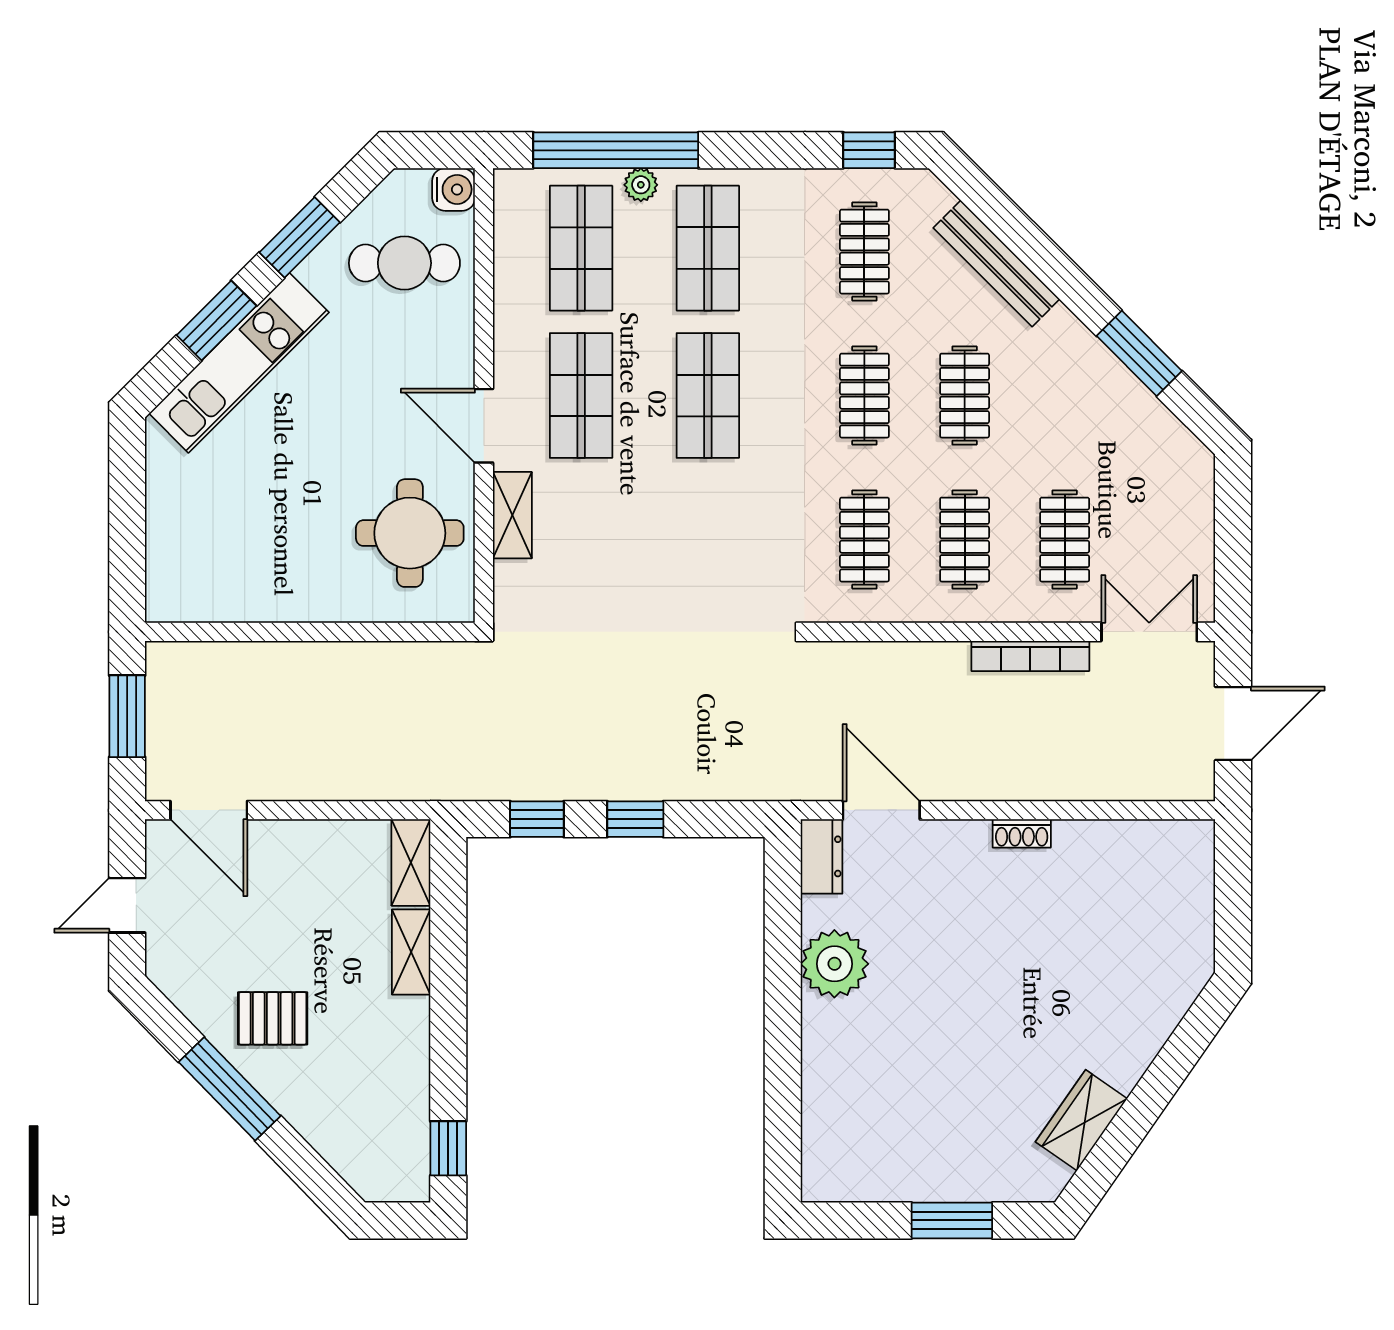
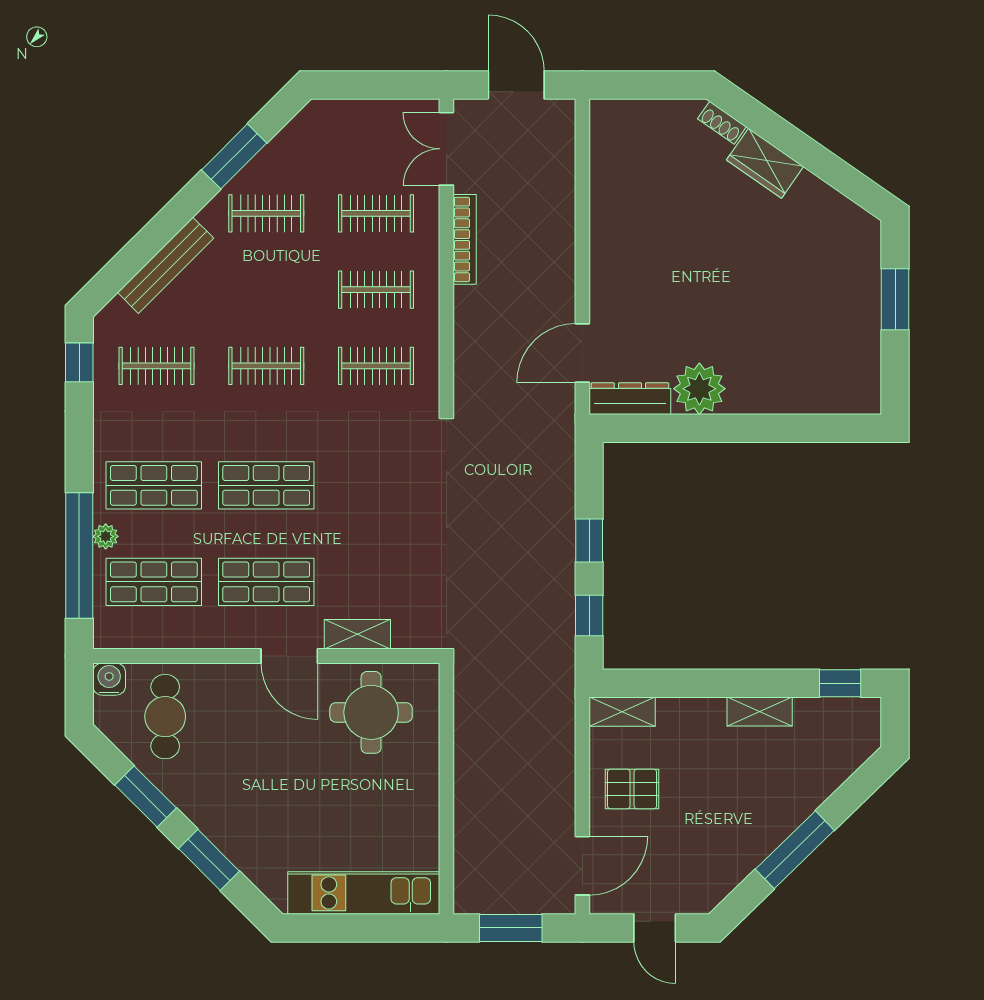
kitchen unit: (239, 363) -> (364, 893), moved, turned -45
clothes rail: (965, 396) -> (266, 213), moved
door: (484, 426) -> (289, 656), hinge flipped
shoe rack: (1022, 833) -> (722, 123), moved, turned 125
dresser: (821, 856) -> (630, 399), width x1.44
shelving: (411, 952) -> (760, 711), moved
pallet: (273, 1018) -> (632, 789), moved, turned 90
wardrobe: (1081, 1120) -> (765, 163), moved

